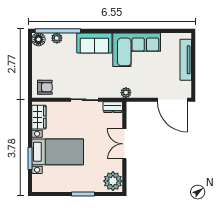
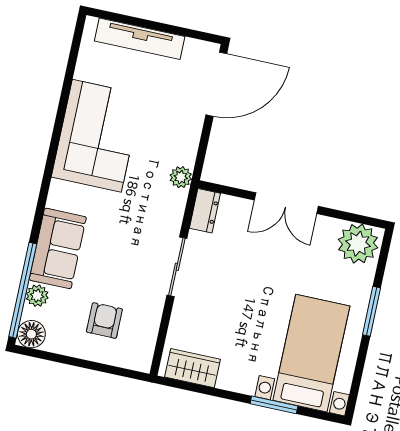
sofa: (94, 43) -> (58, 248), moved
armchair: (45, 87) -> (104, 320), moved
bed with nightstands: (58, 152) -> (311, 353), moved

